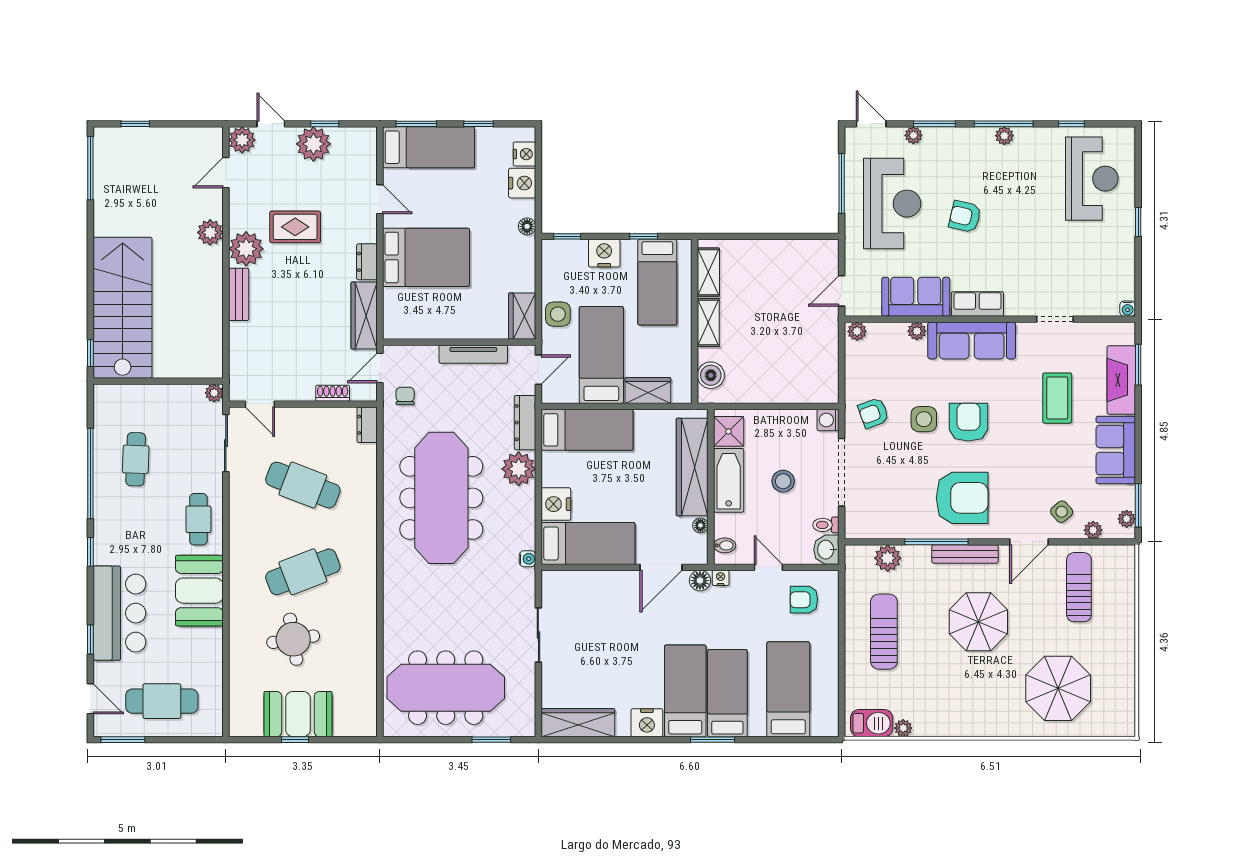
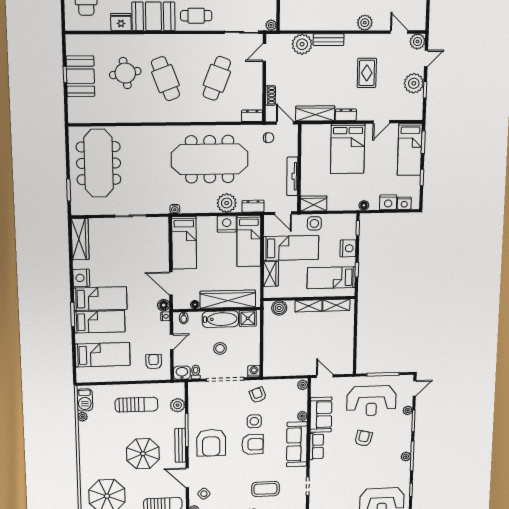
plant: (246, 249) -> (302, 44), moved
dresser: (525, 423) -> (253, 206), width x0.70
nightstand: (556, 504) -> (227, 224), moved
fridge: (209, 645) -> (121, 22), added

